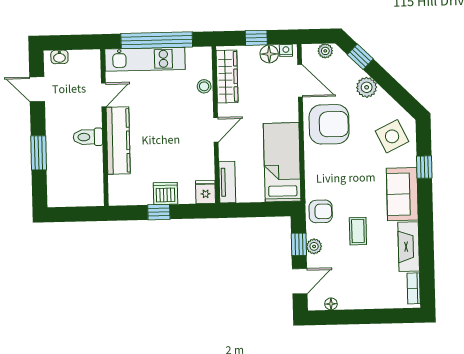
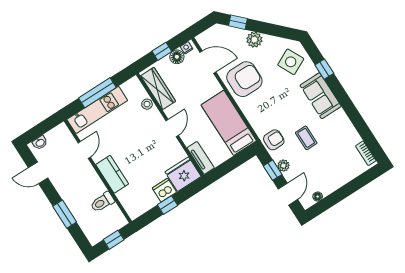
window: (157, 40) -> (97, 93), width x0.68
plant: (325, 51) -> (213, 32), removed
toilet: (88, 137) -> (102, 202), moved
kitchen counter: (118, 141) -> (112, 174), width x0.67
fridge: (206, 192) -> (183, 174), width x1.88, depth x1.34
window: (76, 214) -> (114, 240), added
fireplace: (409, 247) -> (346, 128), removed

